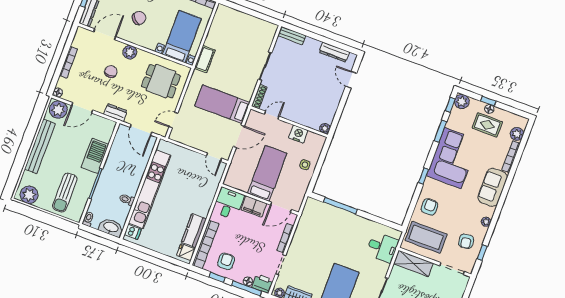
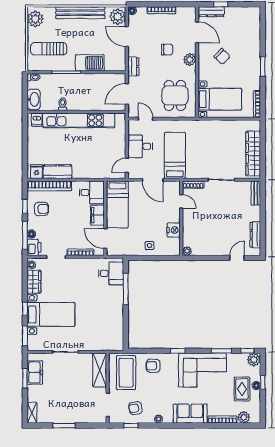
wardrobe: (250, 23) -> (253, 154), added
cot: (205, 59) -> (208, 126), removed
desk: (200, 136) -> (140, 146), added
bed: (267, 173) -> (117, 204), moved, turned 90
armchair: (429, 207) -> (153, 366), turned 180
desk: (382, 247) -> (111, 273), moved, turned -90

